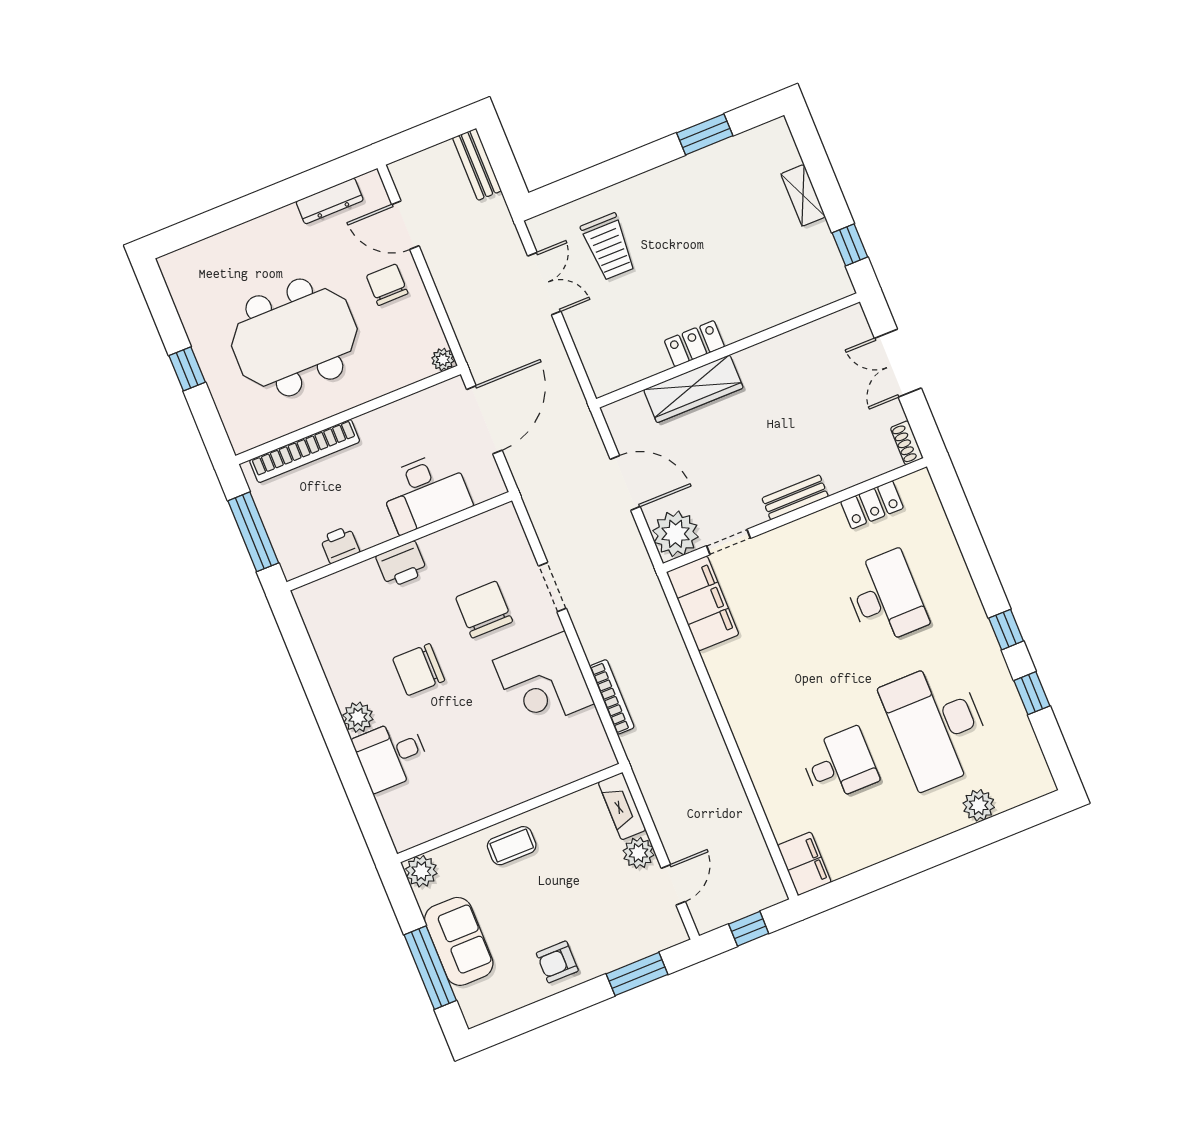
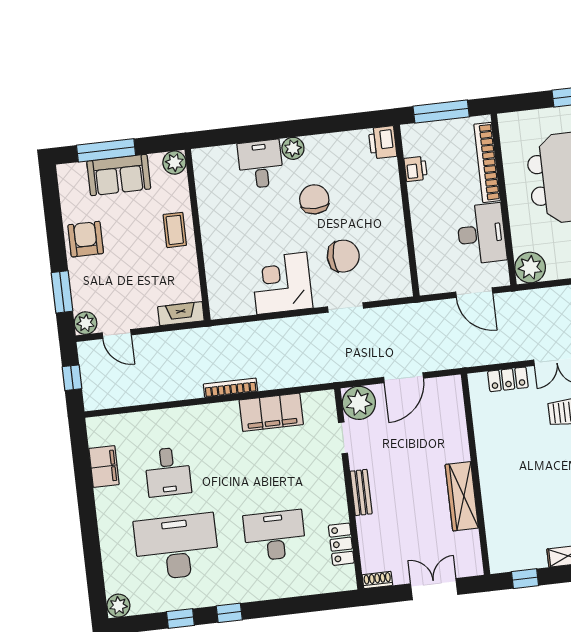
locker: (694, 344) -> (508, 379), moved, turned 90
plant: (443, 360) -> (530, 268), width x1.88, depth x1.88
wardrobe: (693, 389) -> (462, 496), moved
door: (484, 420) -> (474, 293), width x0.73
desk: (425, 492) -> (481, 234), moved, turned 180
printer: (402, 564) -> (383, 142), moved
desk: (885, 598) -> (275, 536), turned 180
filing cabinet: (703, 603) -> (271, 412), moved
bookcase: (612, 697) -> (230, 388), moved, turned 180
plant: (979, 805) -> (118, 606), moved
plant: (638, 853) -> (86, 323), moved
filing cabinet: (804, 864) -> (104, 466), moved, turned -90
armchair: (557, 962) -> (86, 239), width x1.38, depth x1.38

